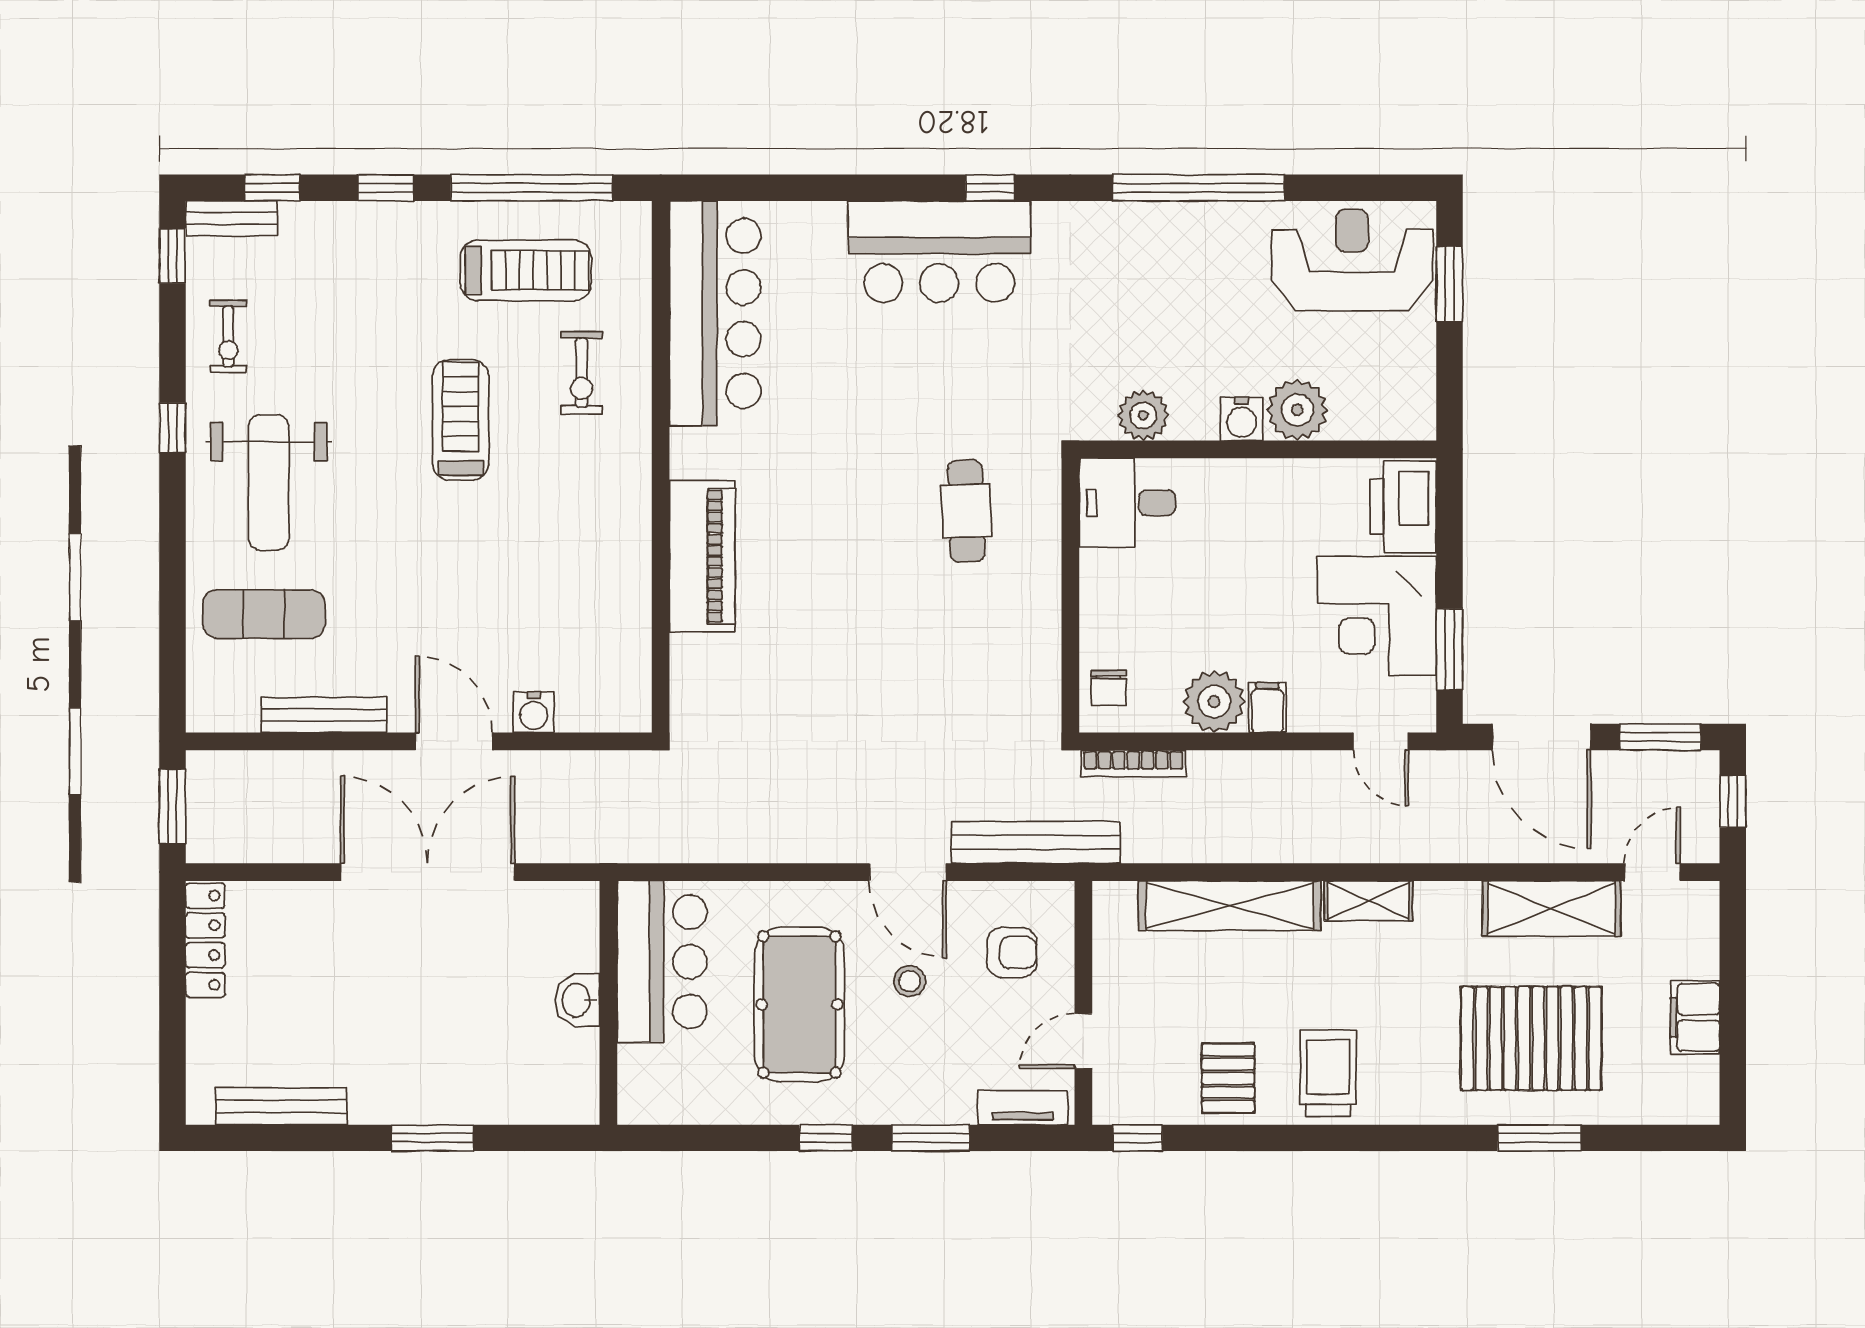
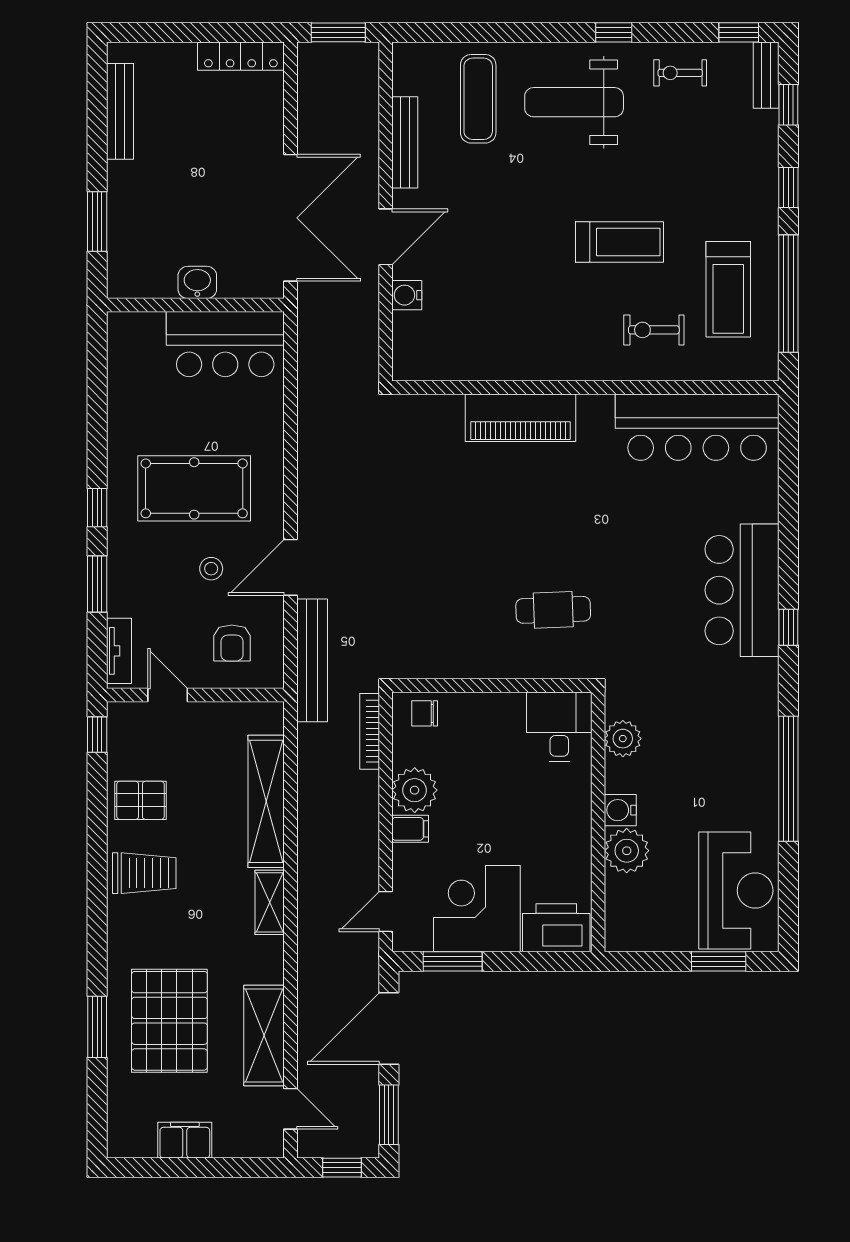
bar counter: (662, 962) -> (225, 344), moved
washbasin: (577, 1000) -> (197, 282), moved
wall: (608, 1003) -> (195, 305), moved

